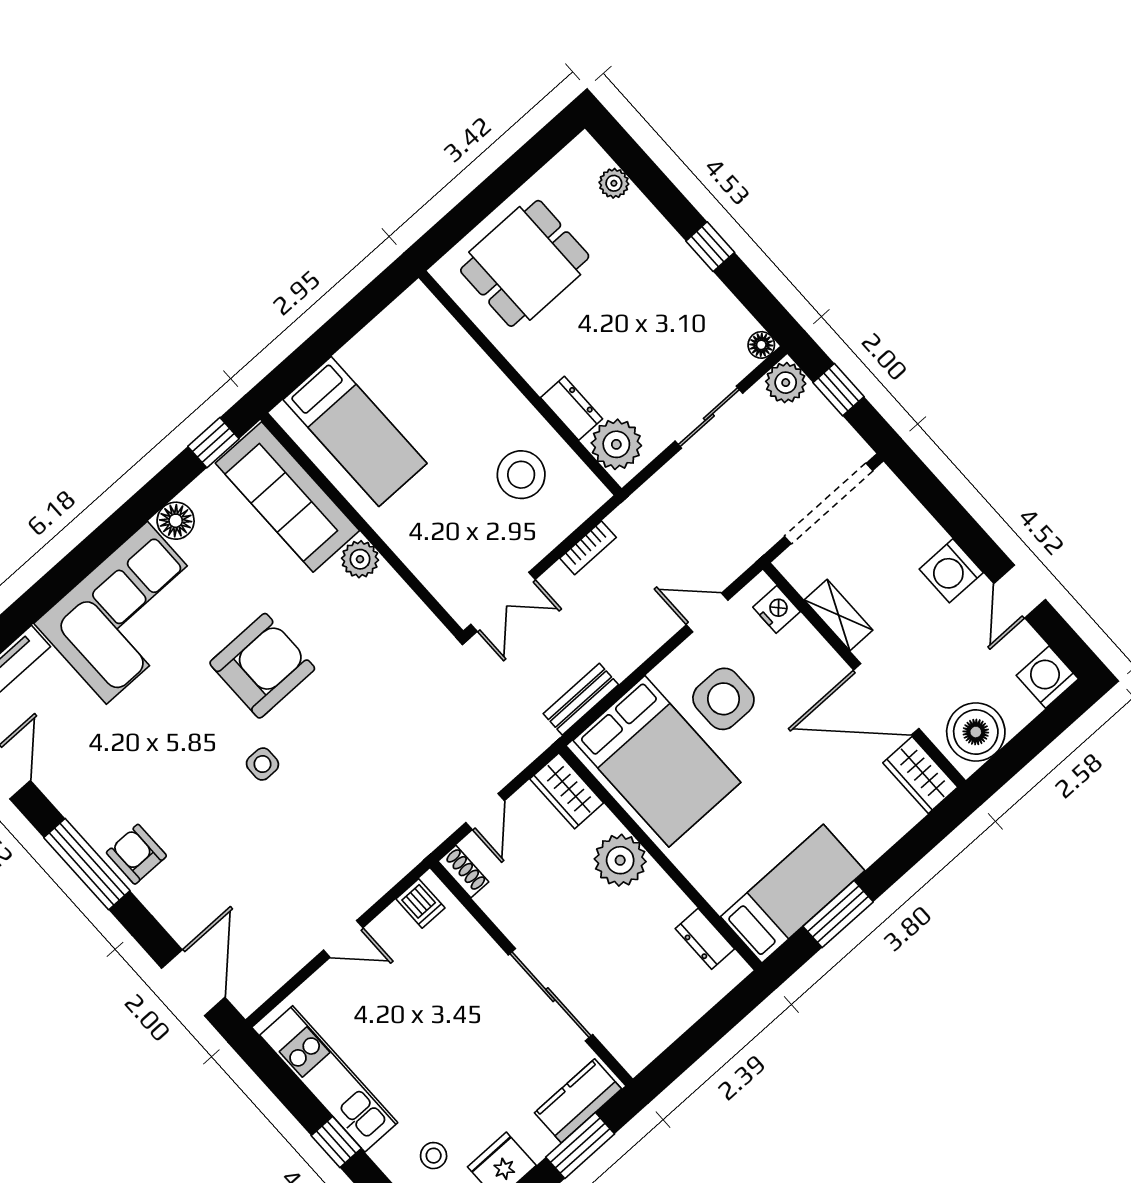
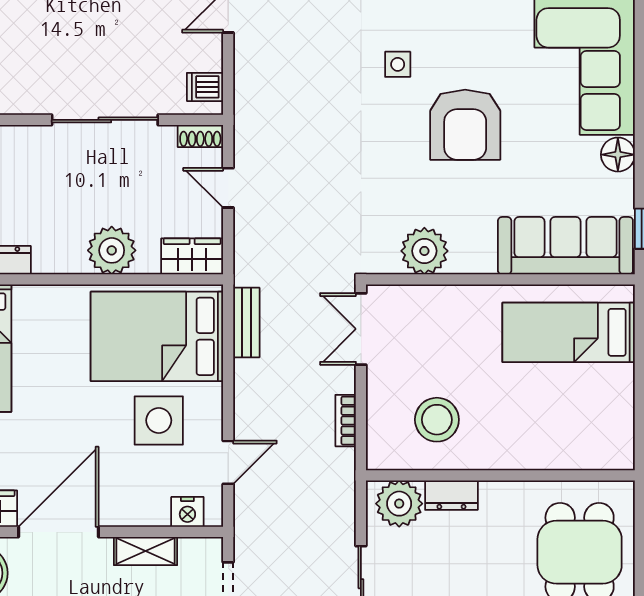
plant: (360, 559) -> (424, 251), moved, width x1.36, depth x1.36
sliding door: (550, 995) -> (105, 120), moved

